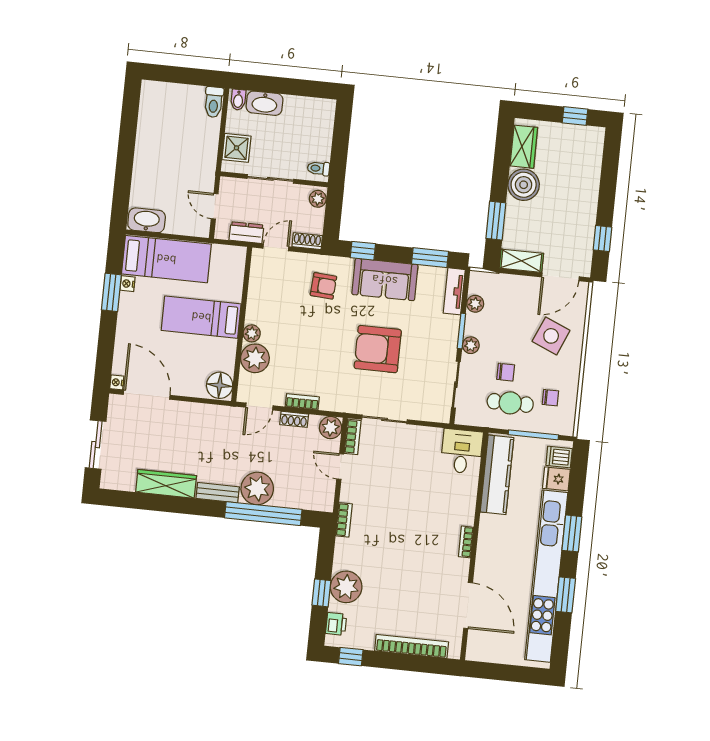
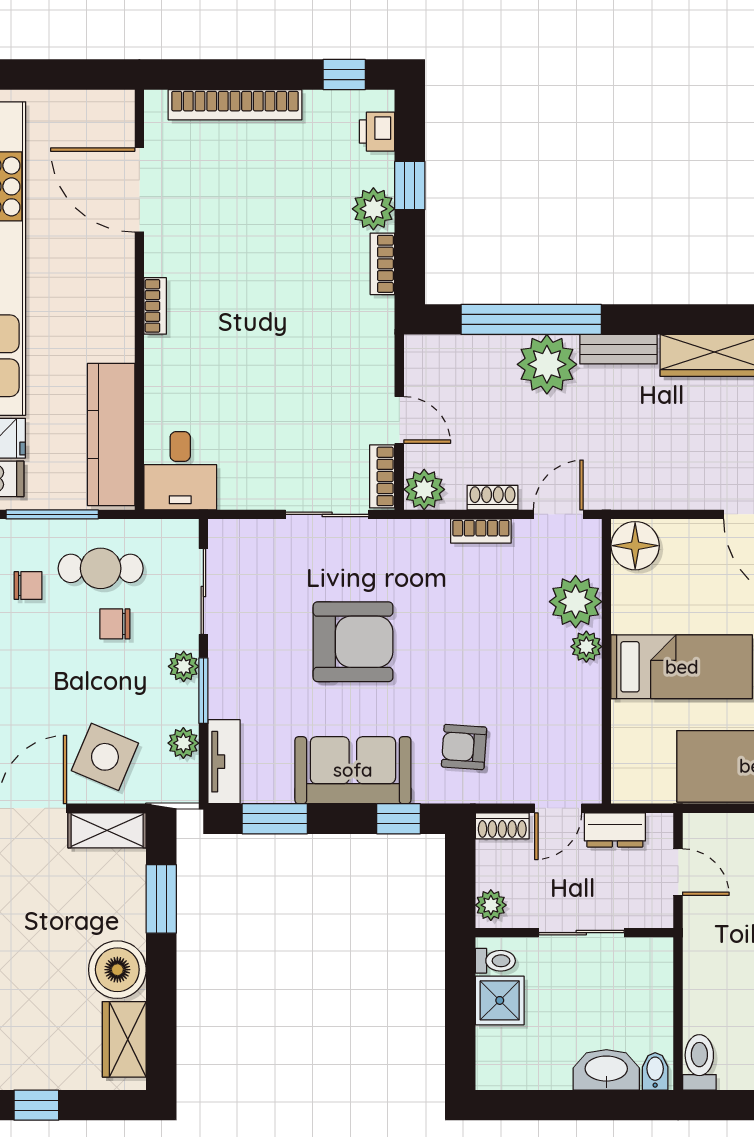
shower: (236, 148) -> (500, 1000), moved
side table: (551, 336) -> (105, 757), moved
chair: (550, 398) -> (28, 586), turned 180
bookcase: (344, 520) -> (382, 264), moved
plant: (346, 587) -> (373, 209), width x0.73, depth x0.73

